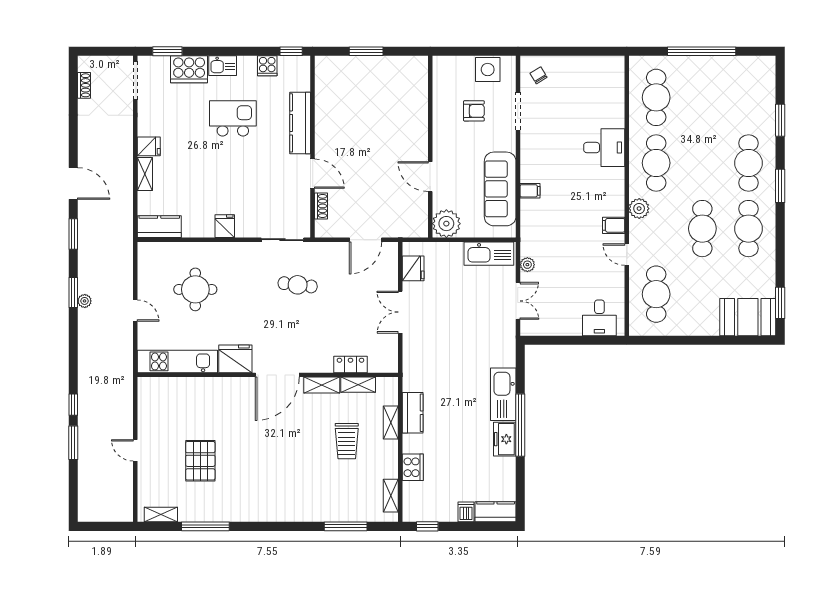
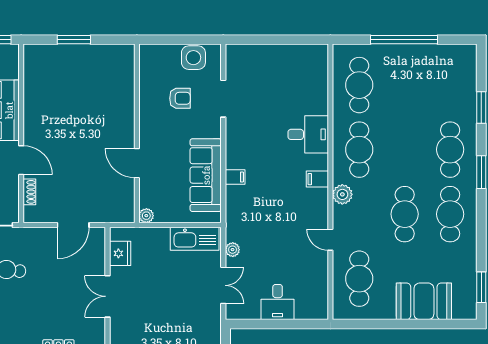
chair: (539, 75) -> (243, 63), removed
plant: (446, 224) -> (146, 216), width x0.53, depth x0.53
filing cabinet: (614, 225) -> (317, 179), moved
booth: (748, 317) -> (424, 301), moved
desk: (599, 318) -> (278, 302), moved

